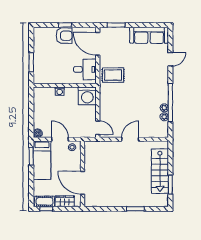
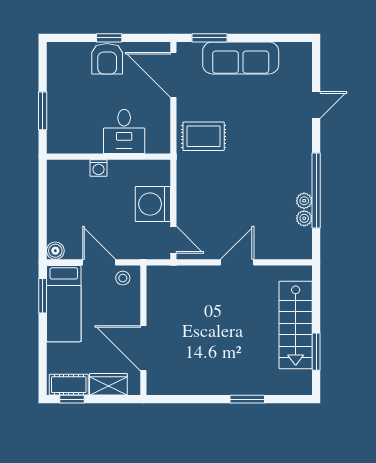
sofa: (149, 35) -> (241, 58), moved
armchair: (64, 36) -> (107, 59), turned 90
desk: (85, 69) -> (124, 131), moved, turned 90
washing machine: (87, 96) -> (153, 204), moved, turned 90

